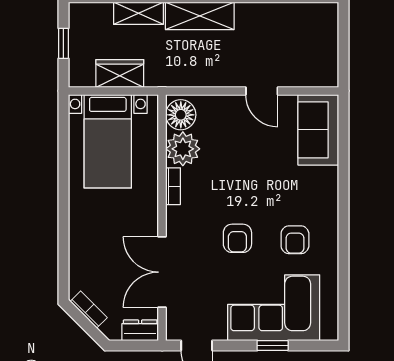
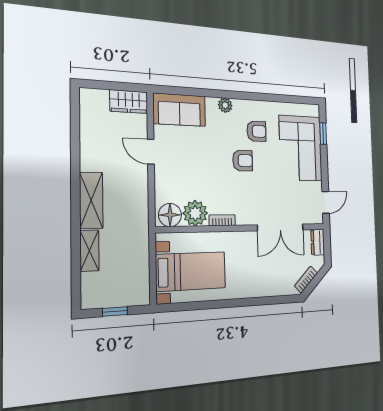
wardrobe: (120, 73) -> (129, 102), moved, turned -90
door: (262, 91) -> (151, 152), swing flipped
plant: (328, 194) -> (225, 105), added
armchair: (237, 238) -> (243, 161), moved
window: (273, 345) -> (323, 134), moved

